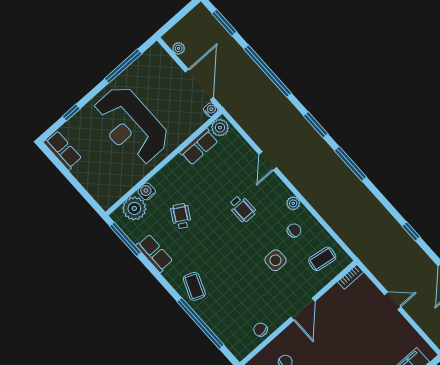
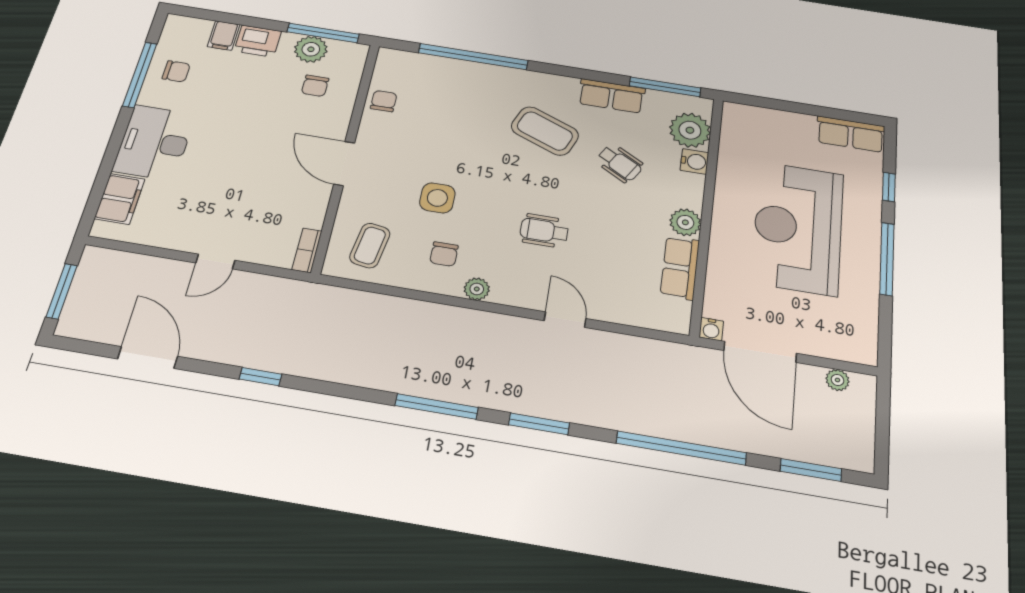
window: (123, 66) -> (887, 259), moved
reception desk: (131, 125) -> (798, 228), turned -90
plant: (220, 128) -> (685, 222), moved
coffee table: (194, 286) -> (545, 131), moved, width x1.36, depth x1.30
chair: (261, 330) -> (384, 101), turned -80

